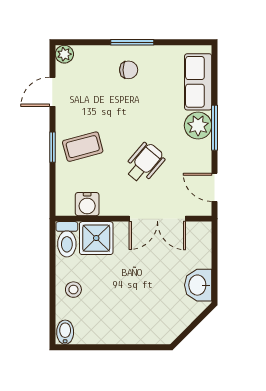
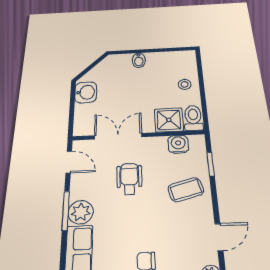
window: (52, 147) -> (211, 164), moved
wheelchair: (145, 163) -> (129, 179), turned 140
bidet: (65, 332) -> (139, 60), moved

